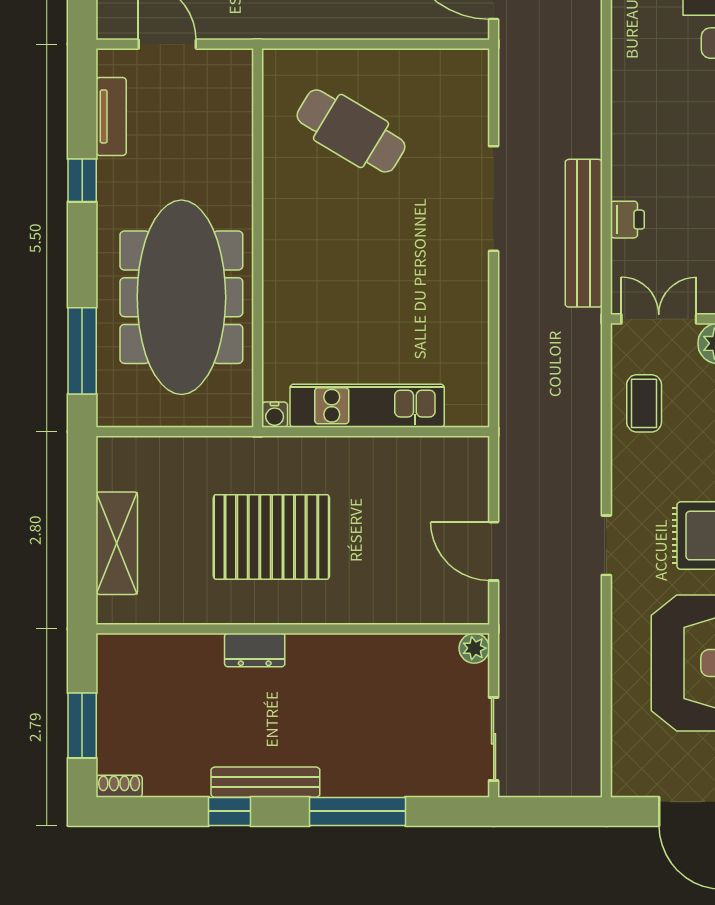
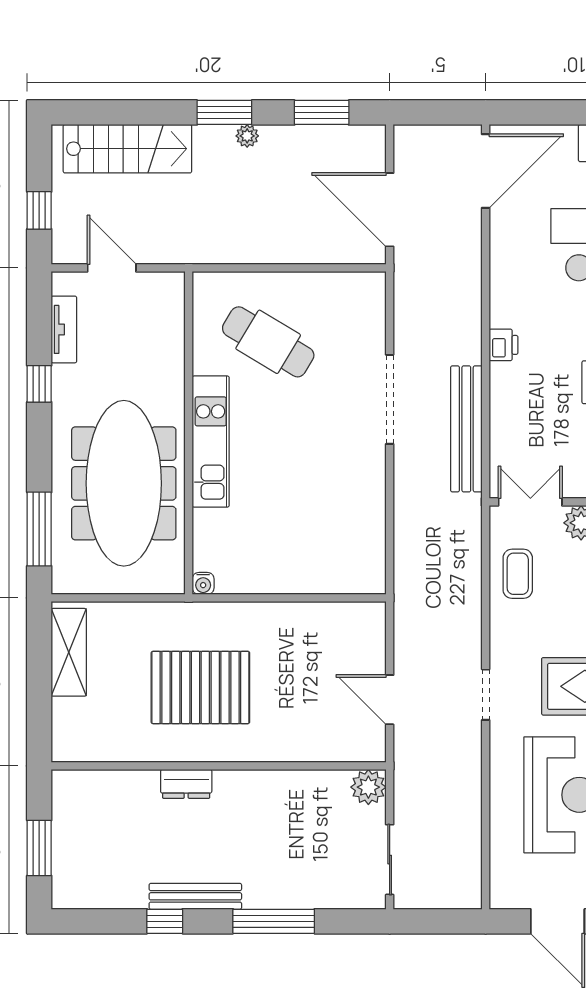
printer: (627, 220) -> (504, 345), moved
kitchen unit: (367, 406) -> (211, 442), moved, turned 90
shelving: (117, 543) -> (69, 652), moved
plant: (474, 648) -> (368, 787), width x1.38, depth x1.38
shoe rack: (119, 786) -> (71, 900), removed

